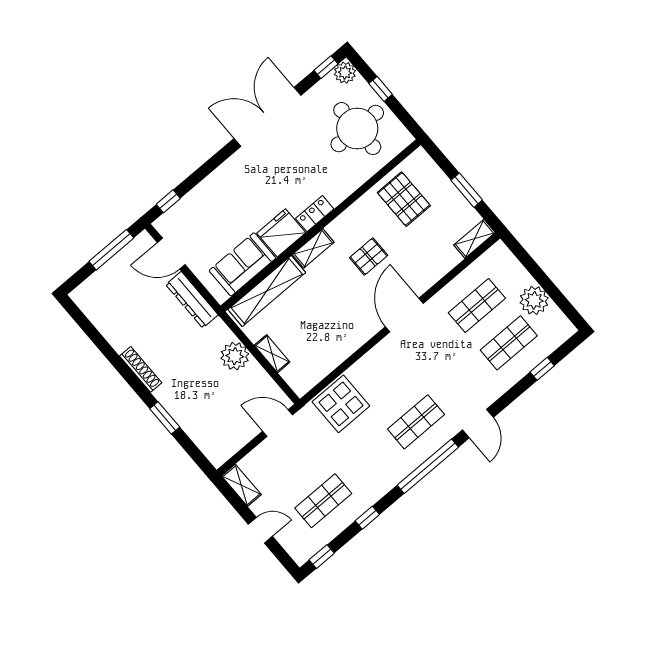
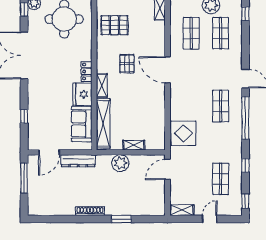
window: (168, 201) -> (24, 116), moved
window: (542, 369) -> (245, 14), moved

